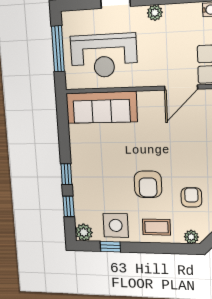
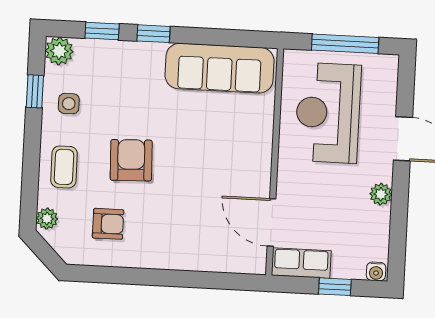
sofa: (101, 107) -> (220, 68), moved, turned -90
armchair: (148, 184) -> (131, 160), turned 88
side table: (116, 225) -> (69, 104), width x0.54, depth x0.54

